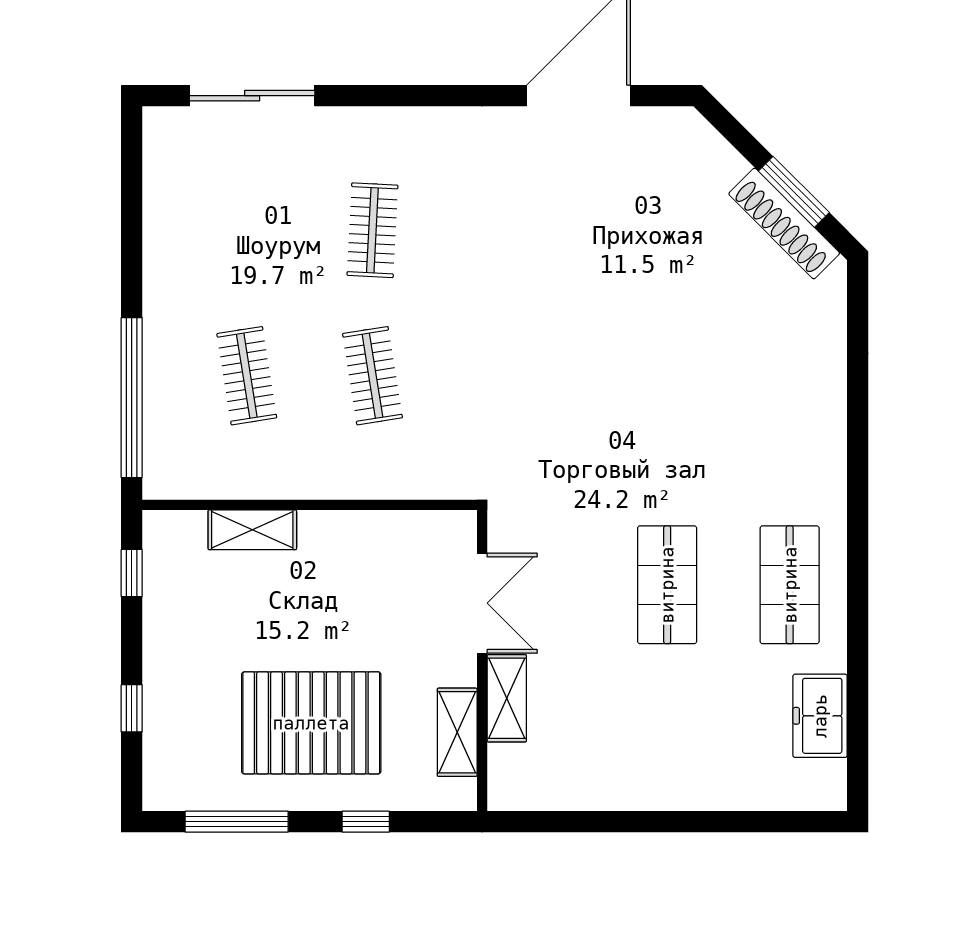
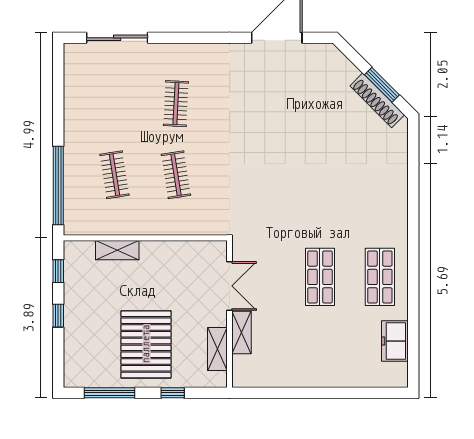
window: (132, 708) -> (58, 316), moved
pallet: (311, 723) -> (146, 344), turned 90

